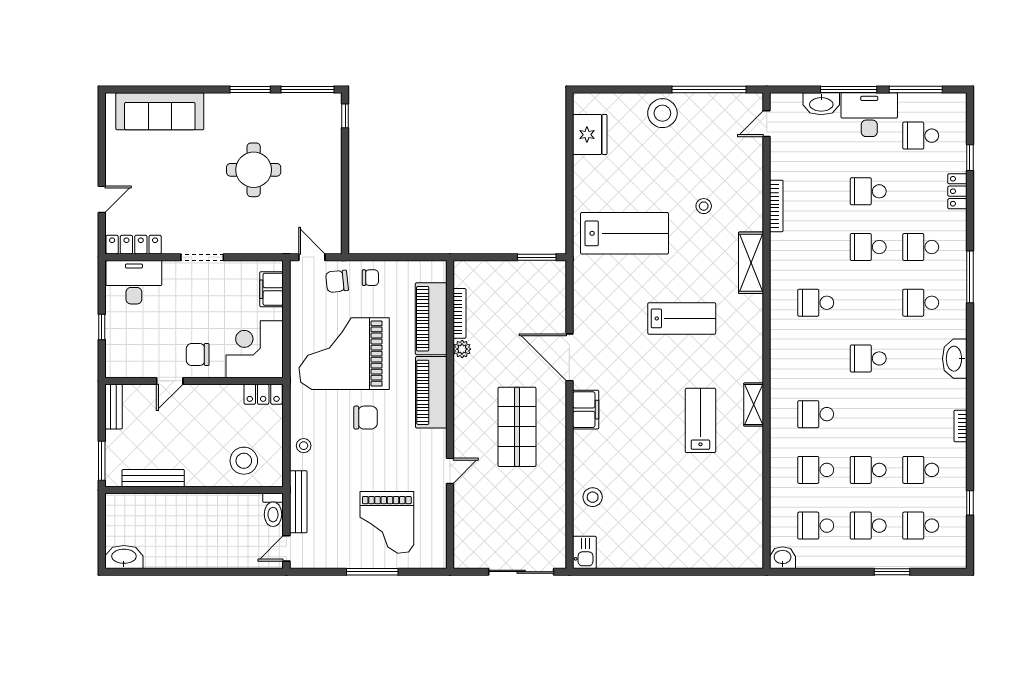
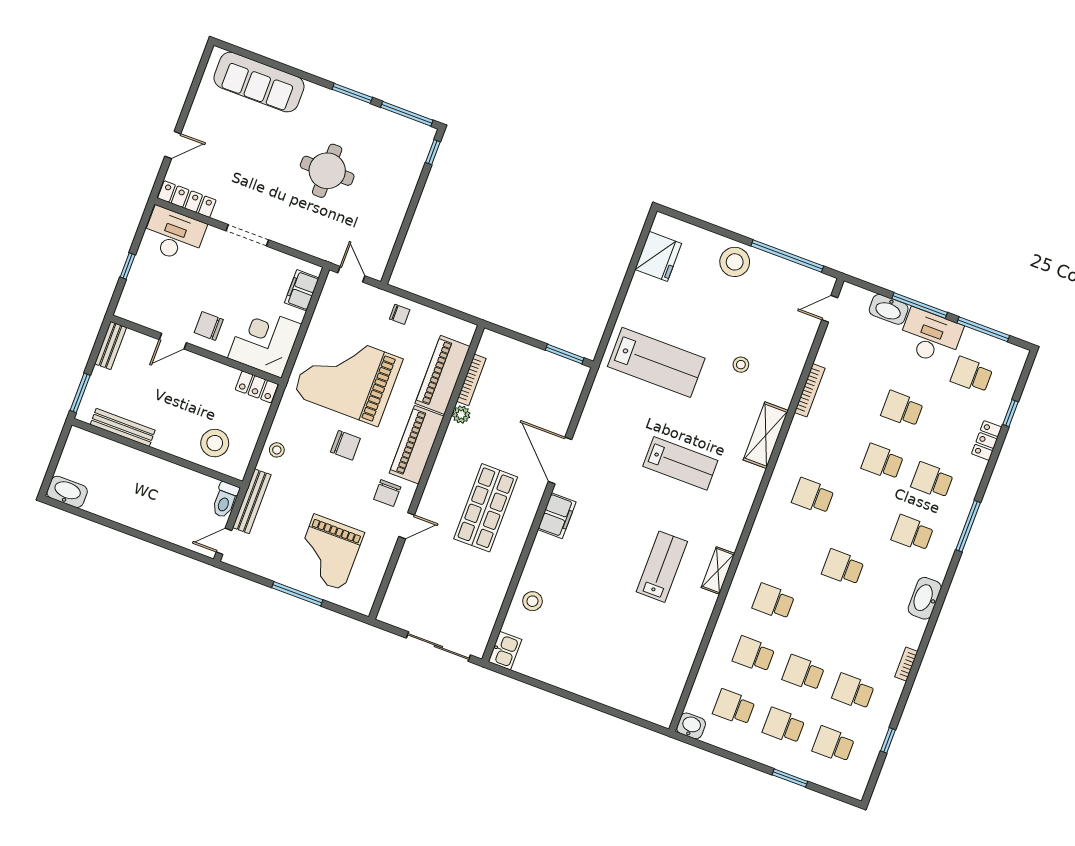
chair: (337, 281) -> (387, 493), moved, turned -84

